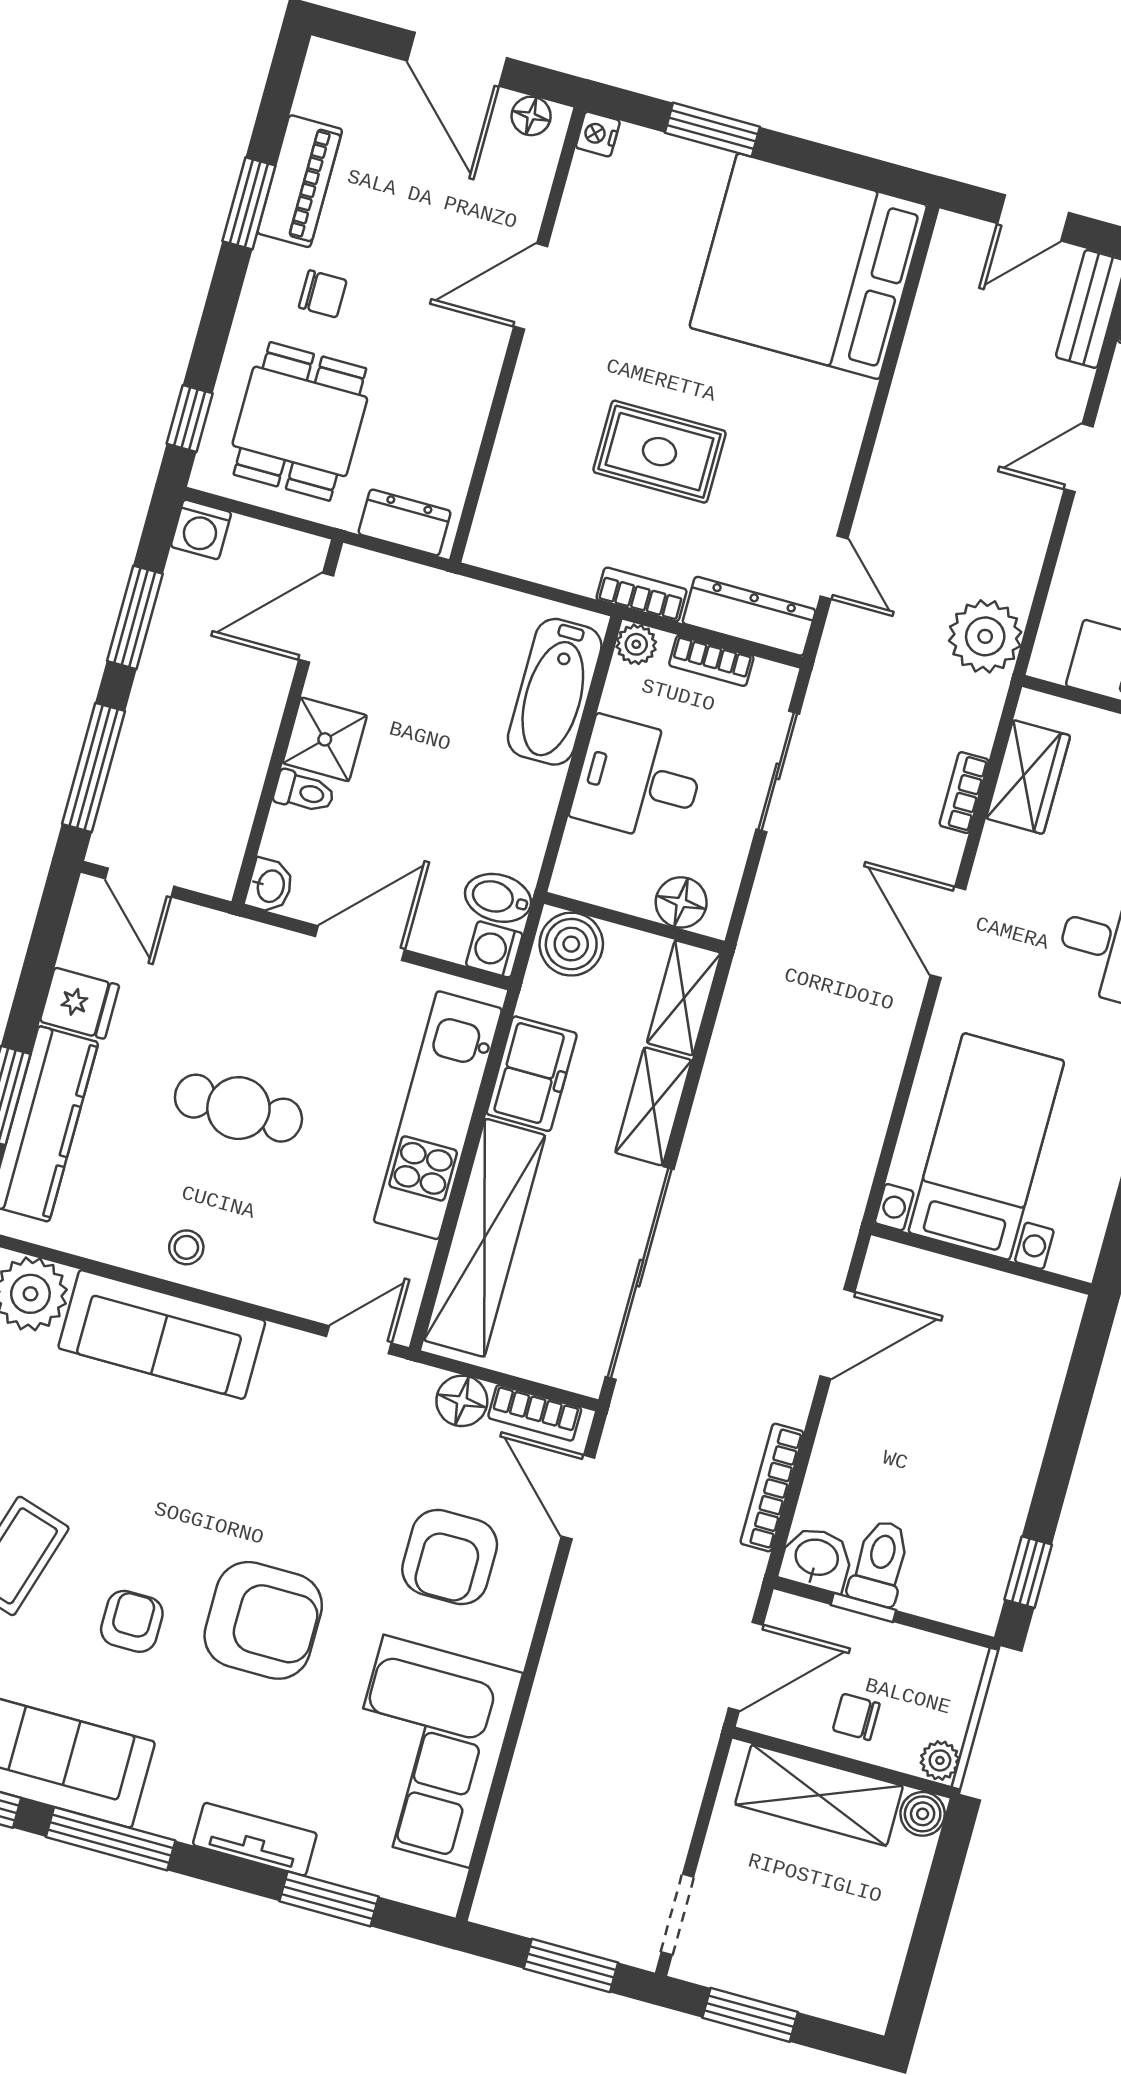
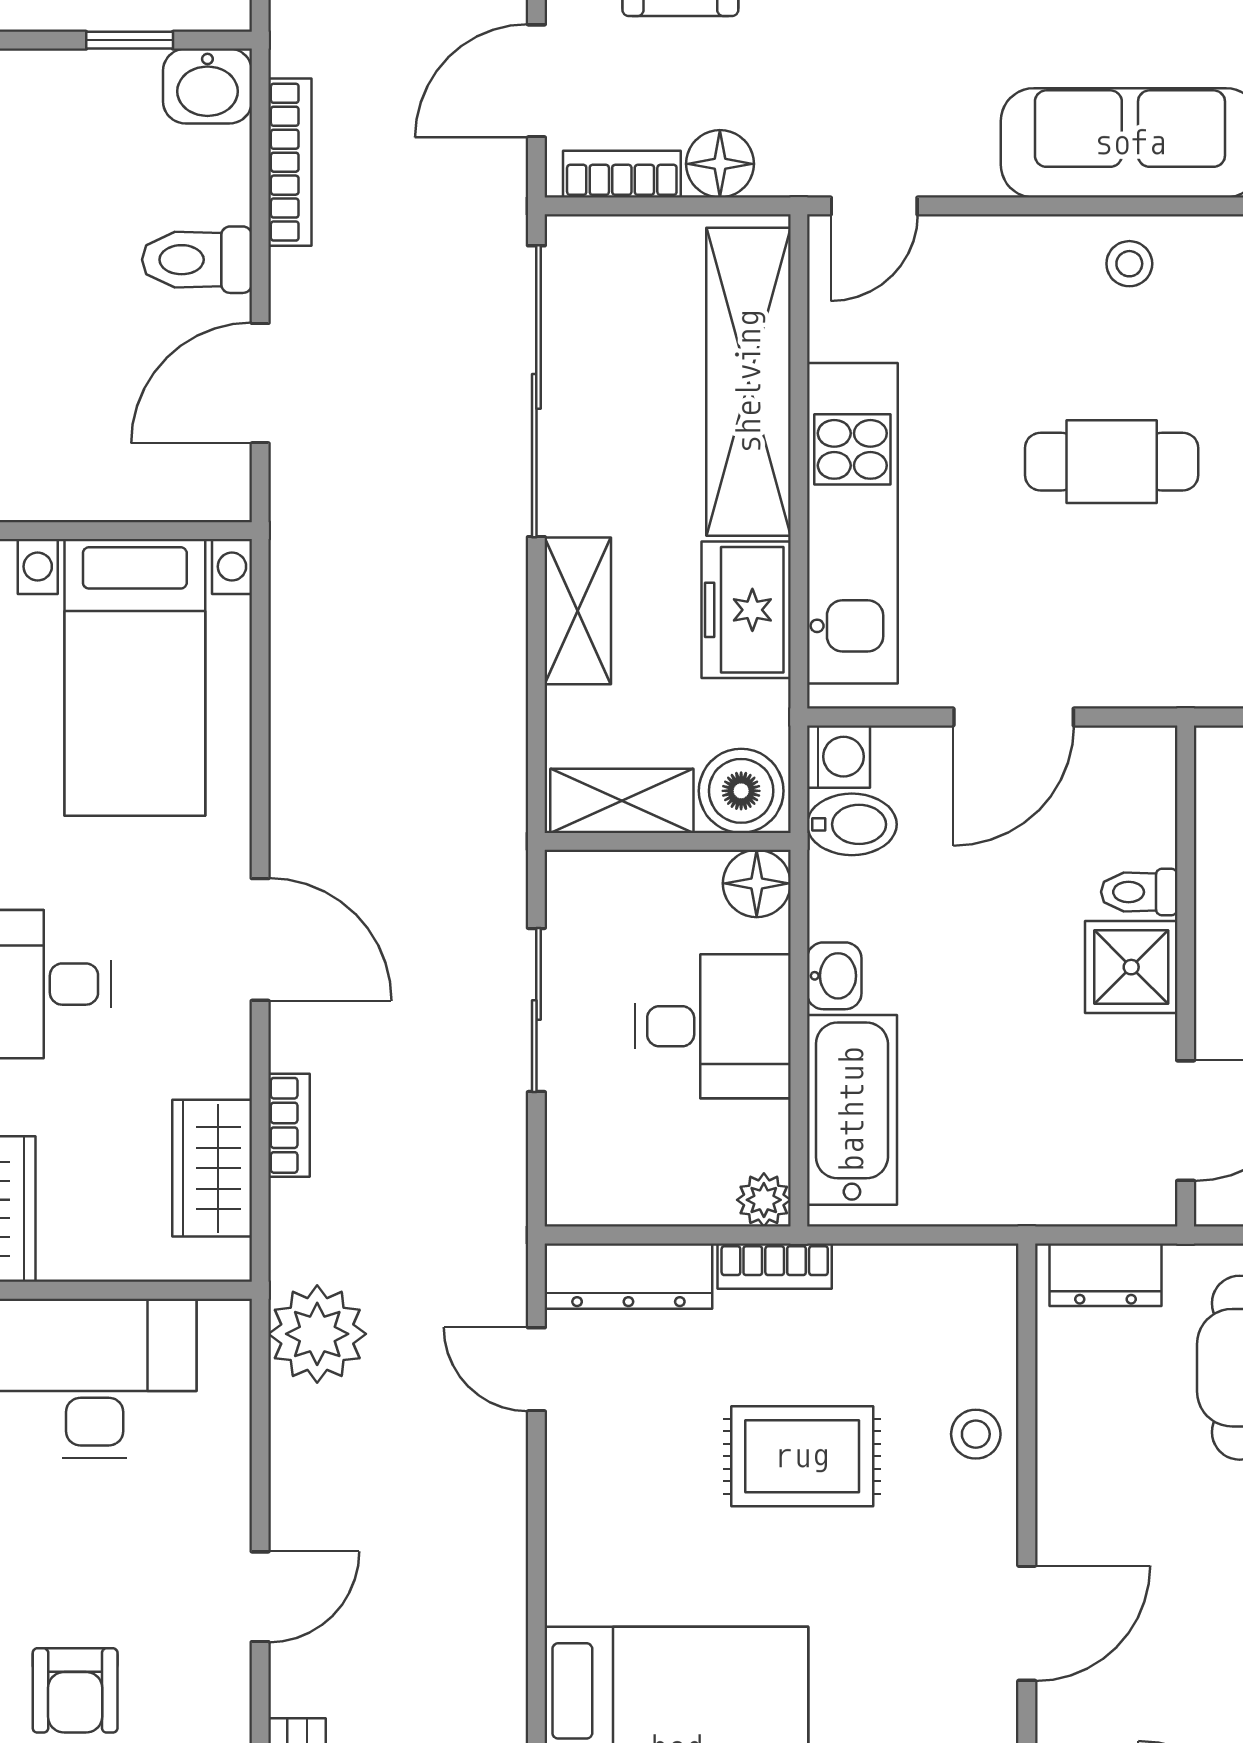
stool: (530, 433) -> (976, 1434), added
bookcase: (711, 661) -> (661, 1205), removed
sliding door: (778, 771) -> (536, 1010), moved
washbasin: (270, 886) -> (834, 976), moved, turned 180
floor lamp: (681, 902) -> (757, 883), moved
shelving: (684, 998) -> (622, 801), moved, turned 90
door: (578, 1497) -> (536, 81), swing flipped
toilet: (880, 1563) -> (197, 260), moved, turned 90

